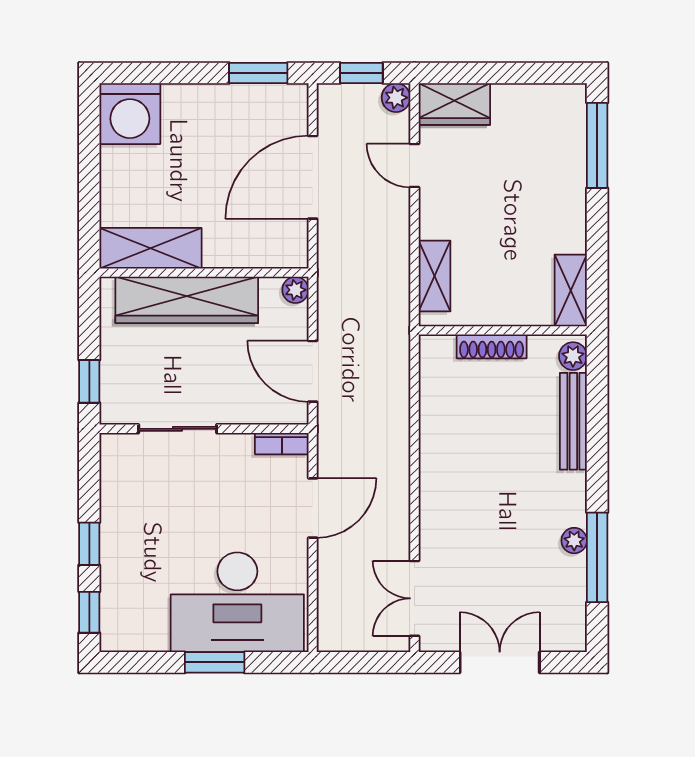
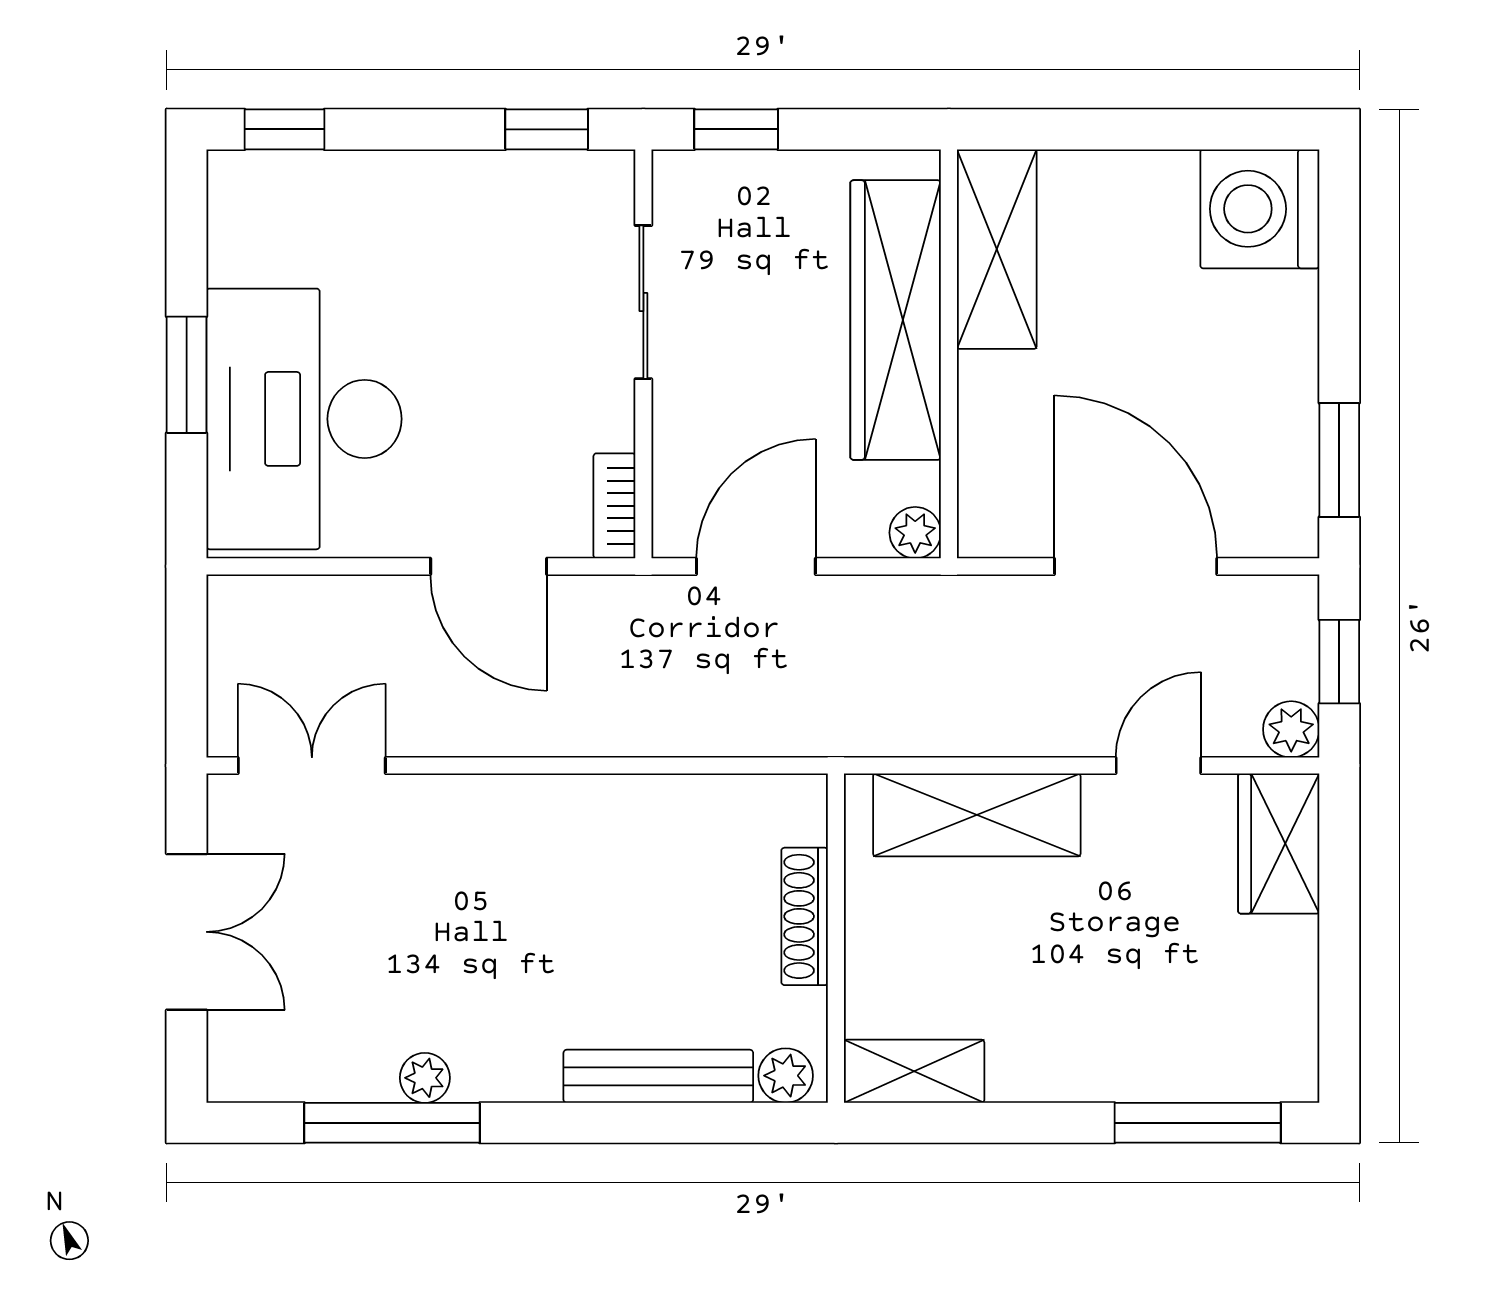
shelving: (434, 276) -> (977, 815), width x1.50, depth x1.33
window: (89, 544) -> (547, 129), moved

